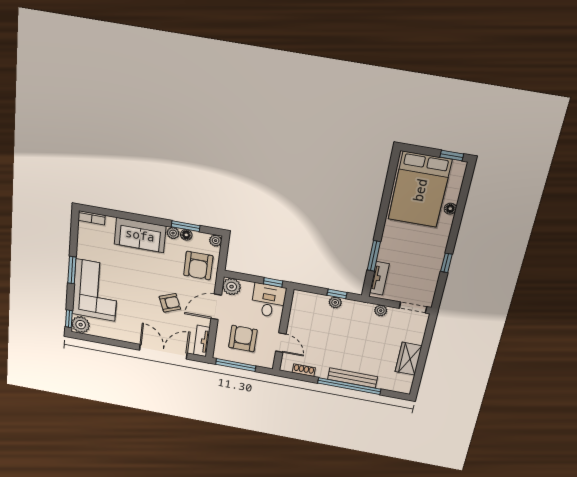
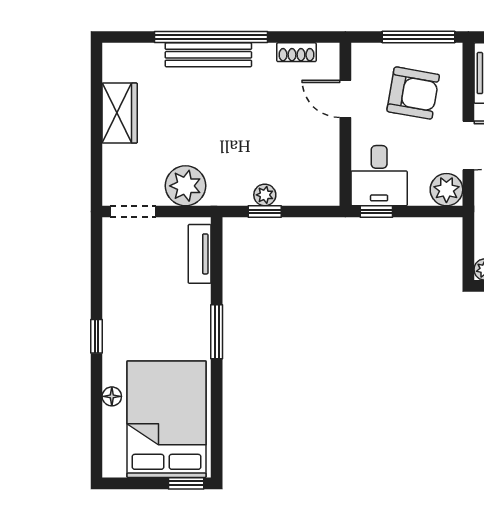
window: (452, 155) -> (186, 483), moved
window: (374, 256) -> (217, 332), moved
window: (446, 263) -> (97, 336), moved
plant: (381, 311) -> (185, 186), width x1.88, depth x1.88
armchair: (243, 339) -> (413, 93), turned -80

